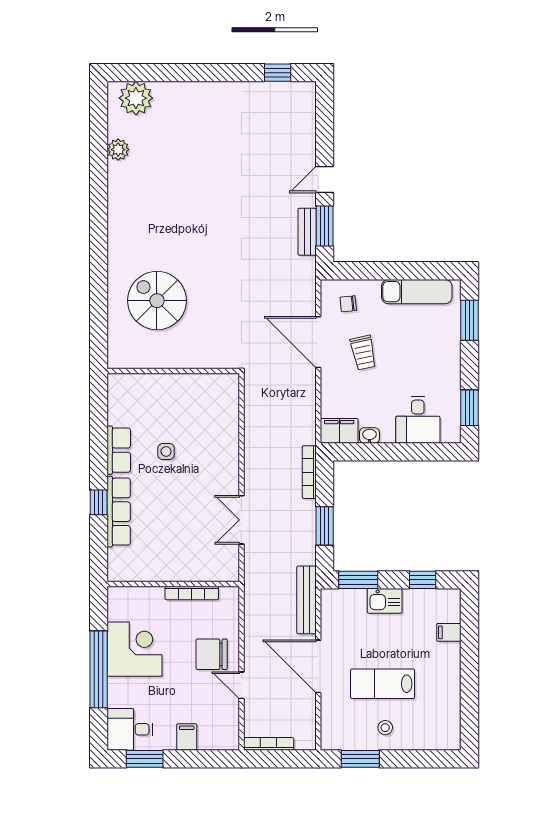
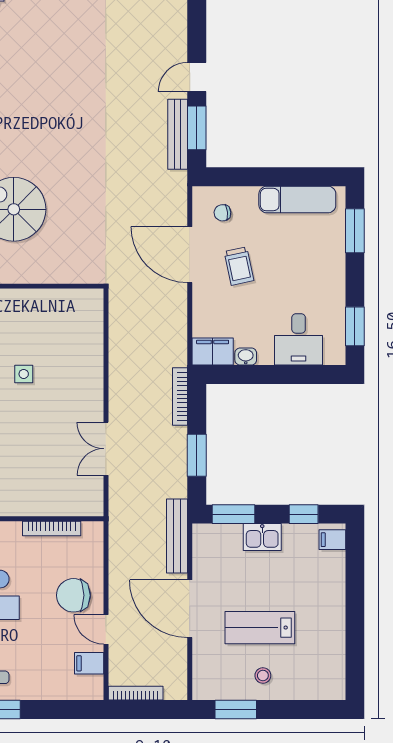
bench: (307, 232) -> (178, 134), width x1.36
filing cabinet: (449, 632) -> (332, 540), moved
filing cabinet: (187, 737) -> (89, 663), moved, turned -90

